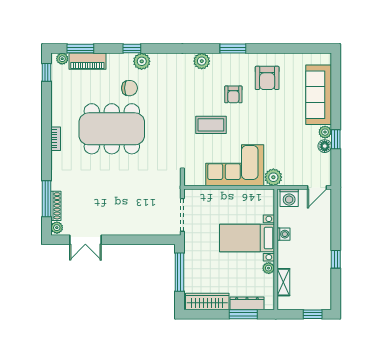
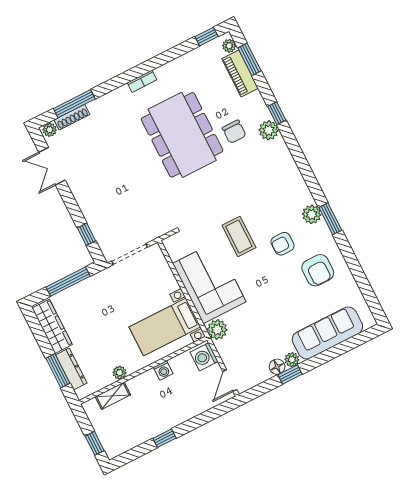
plant: (202, 61) -> (312, 214), moved
armchair: (267, 78) -> (318, 270), turned -90
door: (317, 187) -> (230, 380), hinge flipped
bed with nightstands: (247, 238) -> (165, 327), moved, turned -90
window: (151, 240) -> (87, 234), added

